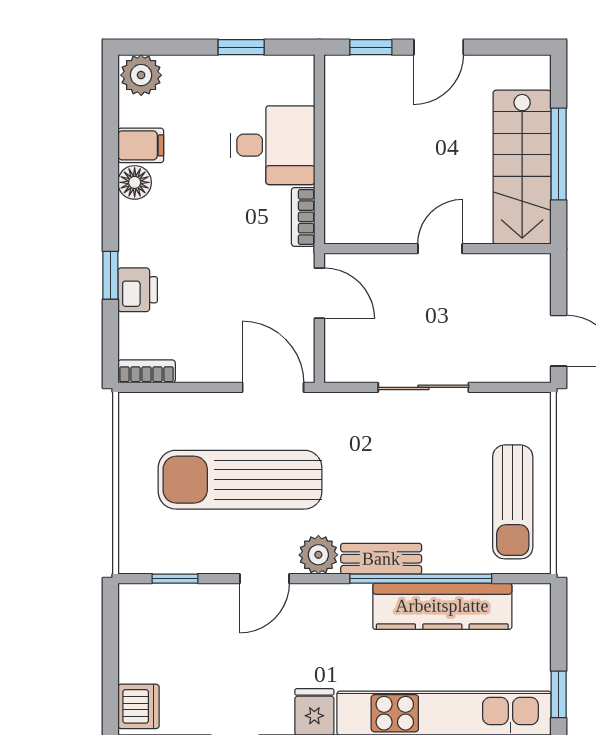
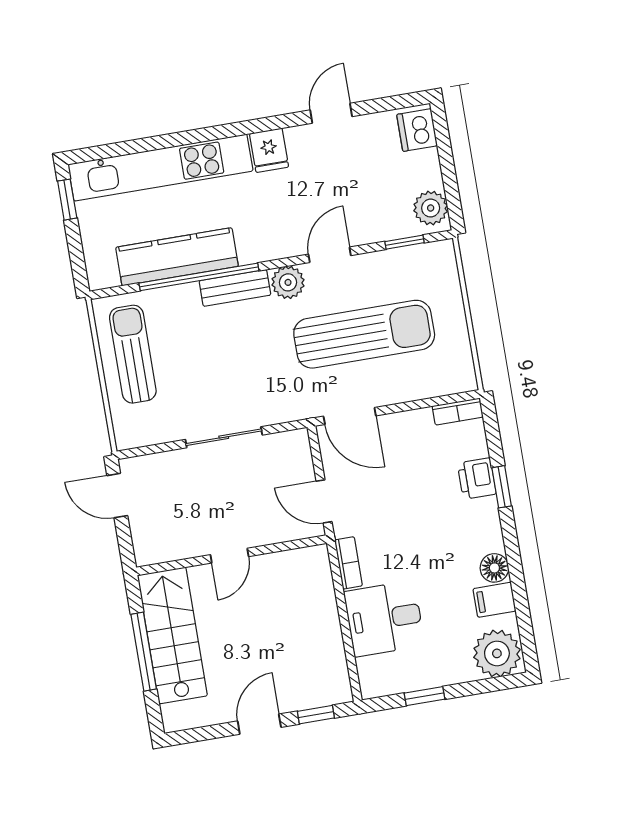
plant: (141, 75) -> (497, 653), width x1.36, depth x1.36
plant: (138, 613) -> (431, 208), added

